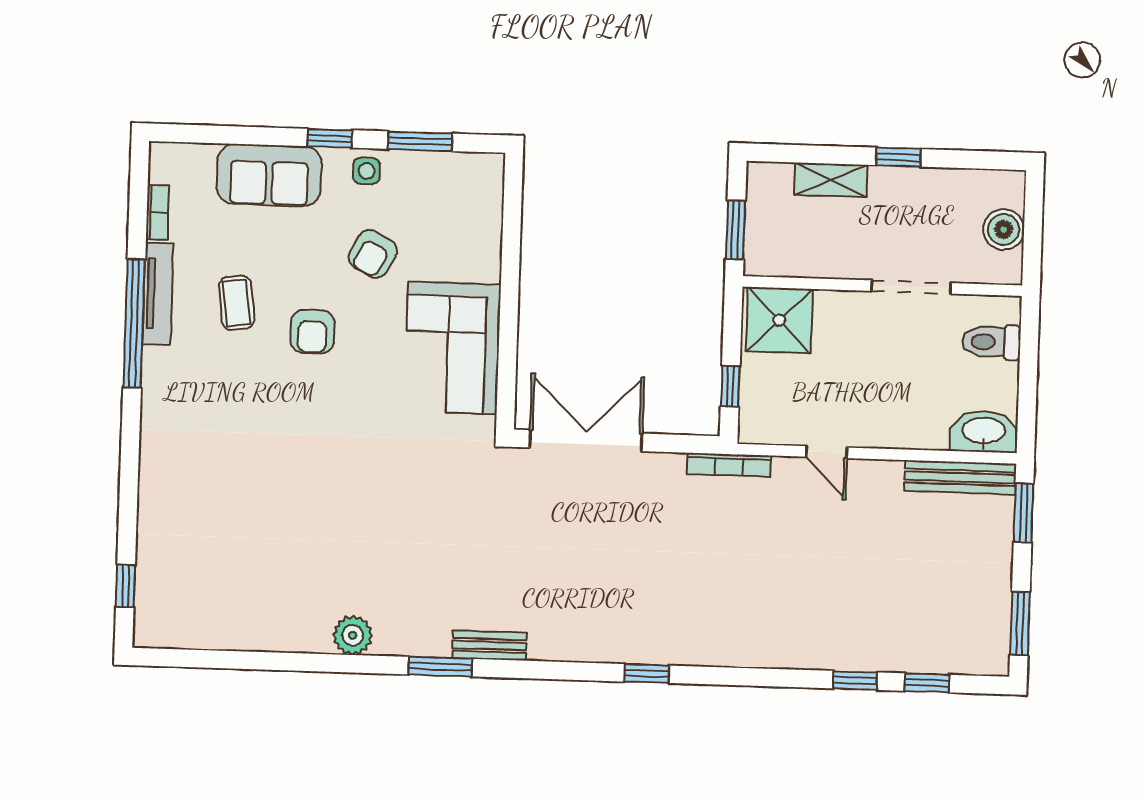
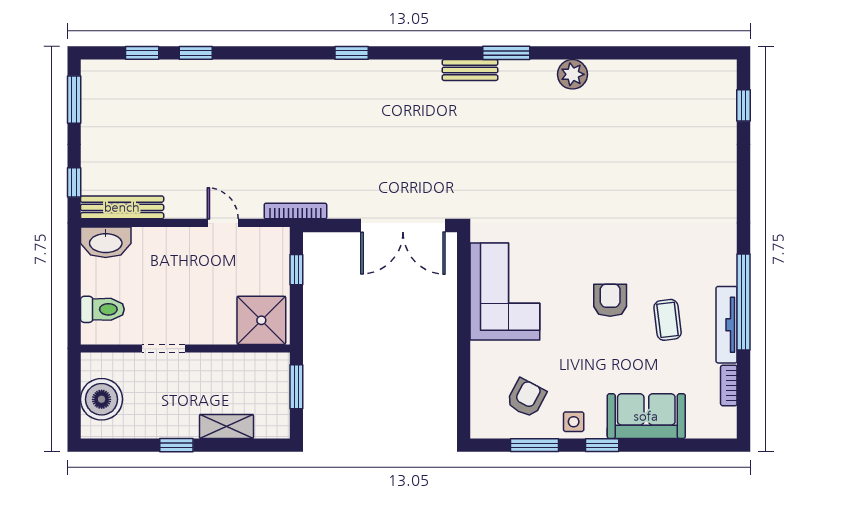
boiler: (1004, 230) -> (102, 399), width x1.37, depth x1.37
armchair: (373, 254) -> (526, 398), moved
doorway: (911, 287) -> (164, 348), width x0.73
window: (1023, 513) -> (74, 182), width x0.67

